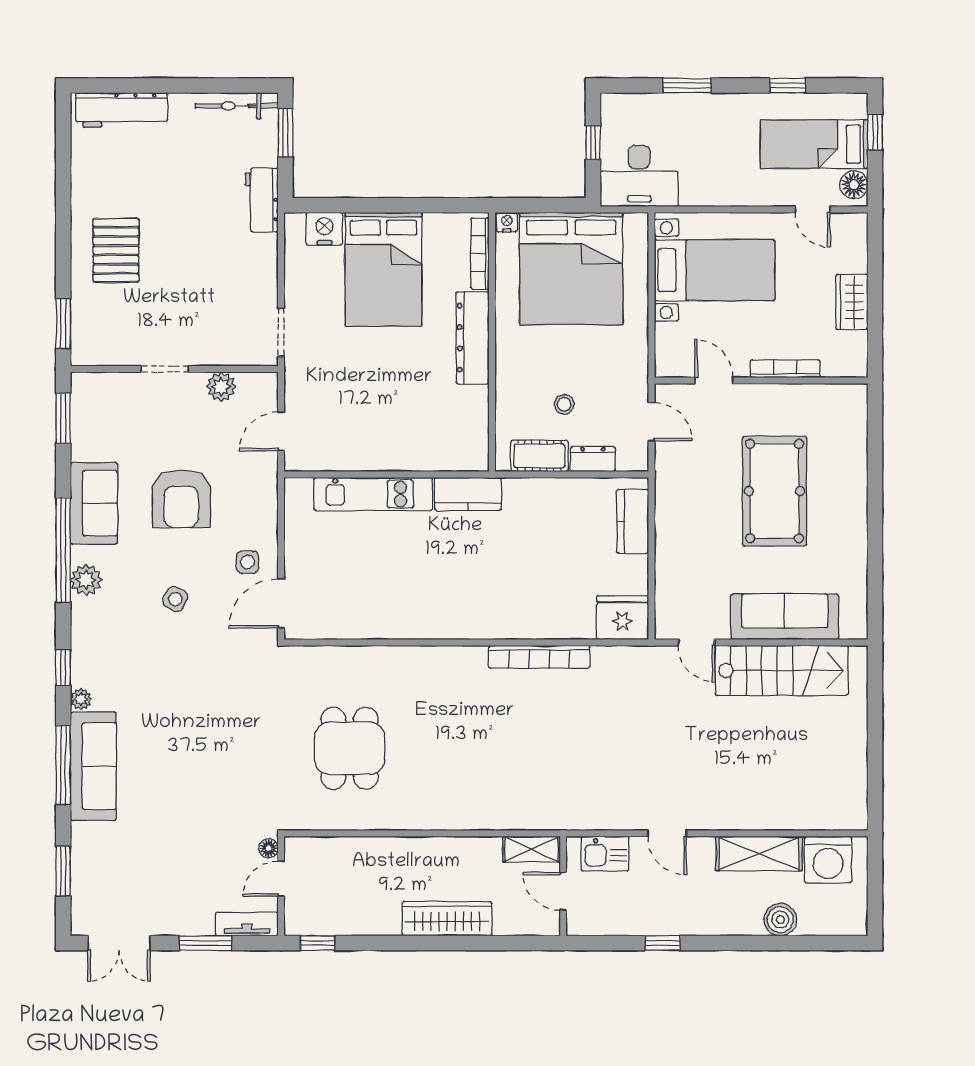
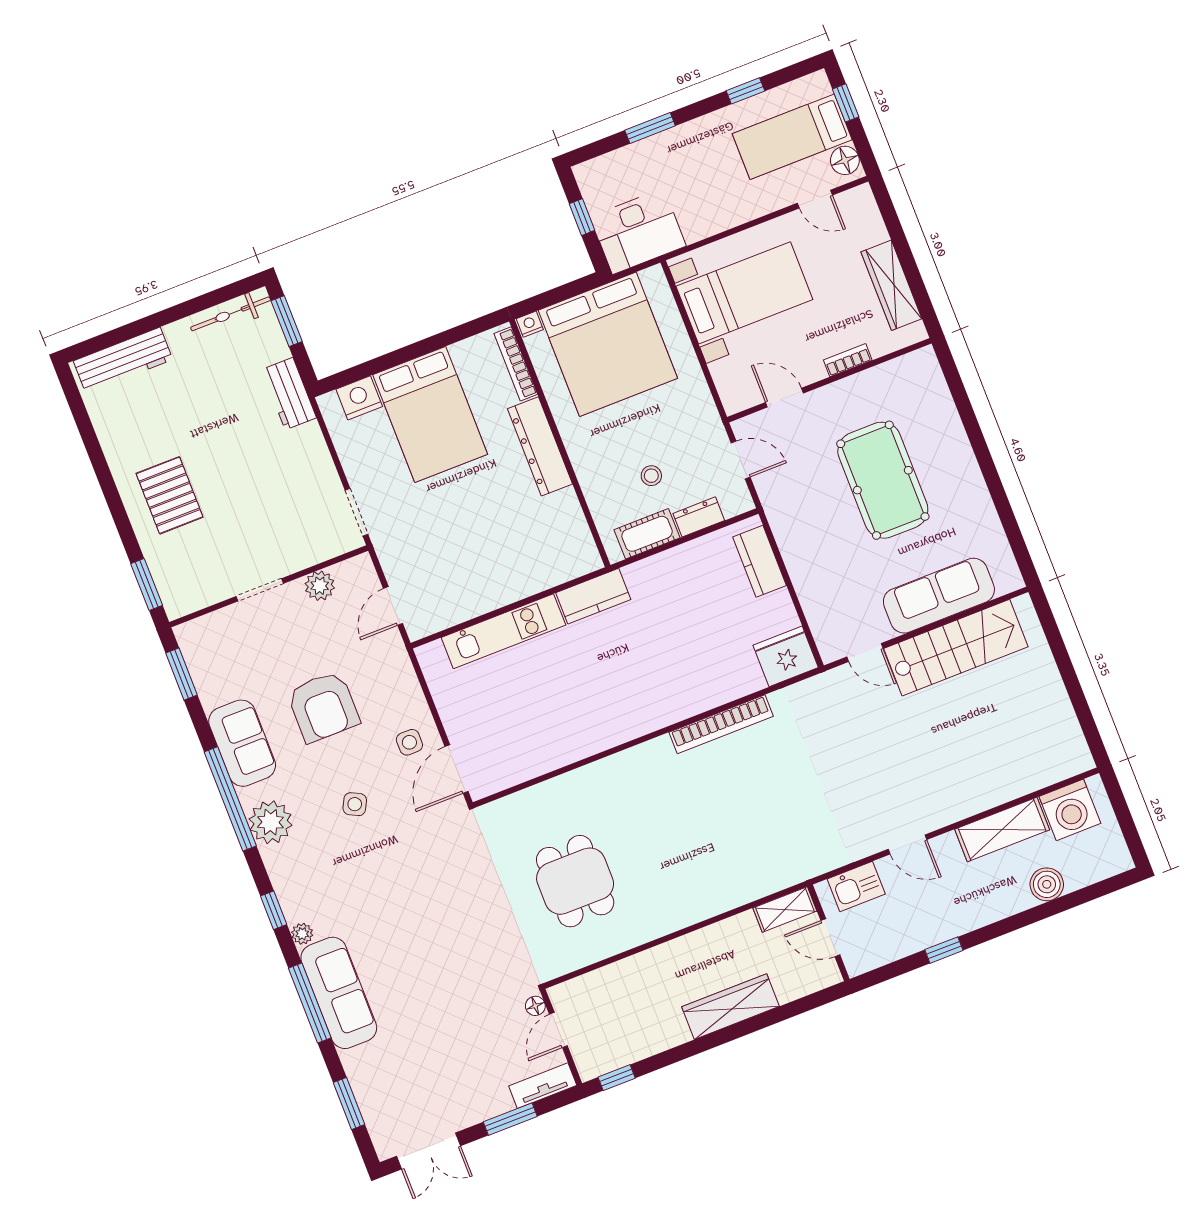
wardrobe: (852, 302) -> (891, 285), width x1.50
bookcase: (785, 369) -> (848, 360), width x0.64
plant: (86, 580) -> (271, 822), width x1.36, depth x1.36

